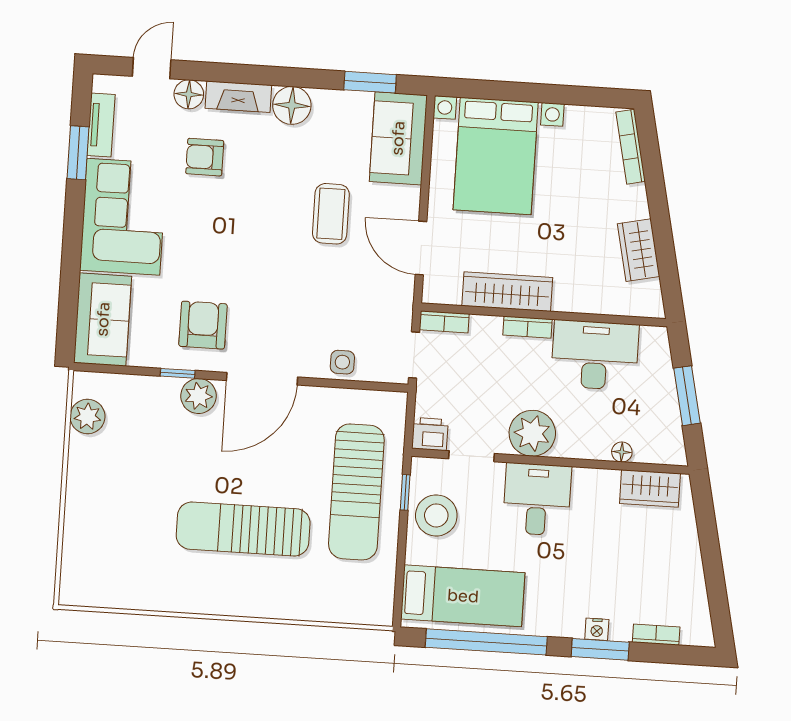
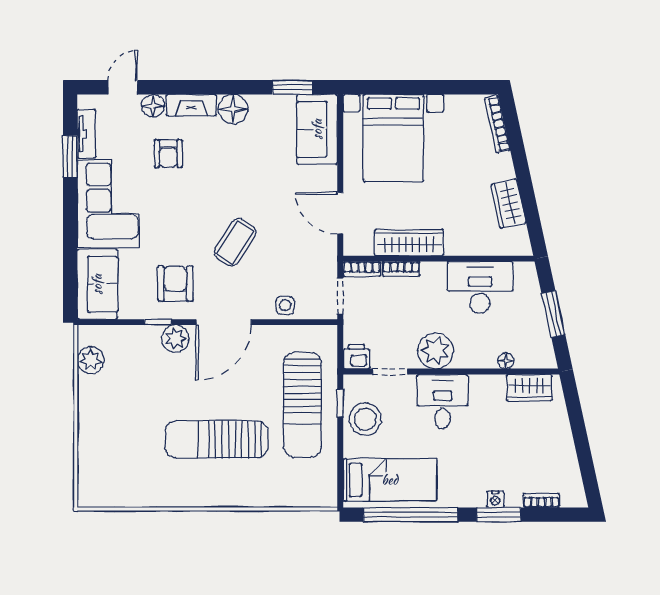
armchair: (205, 157) -> (168, 154), turned -90
coffee table: (331, 214) -> (235, 242), moved, turned 32
bookcase: (528, 327) -> (401, 269), moved

